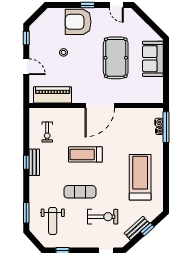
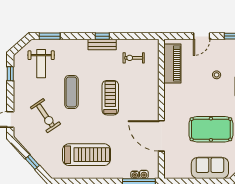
door: (100, 105) -> (161, 136), moved
exercise bike: (103, 217) -> (45, 116), turned -34
weight bench: (53, 221) -> (41, 64), turned -90
bench: (137, 228) -> (34, 151), removed

